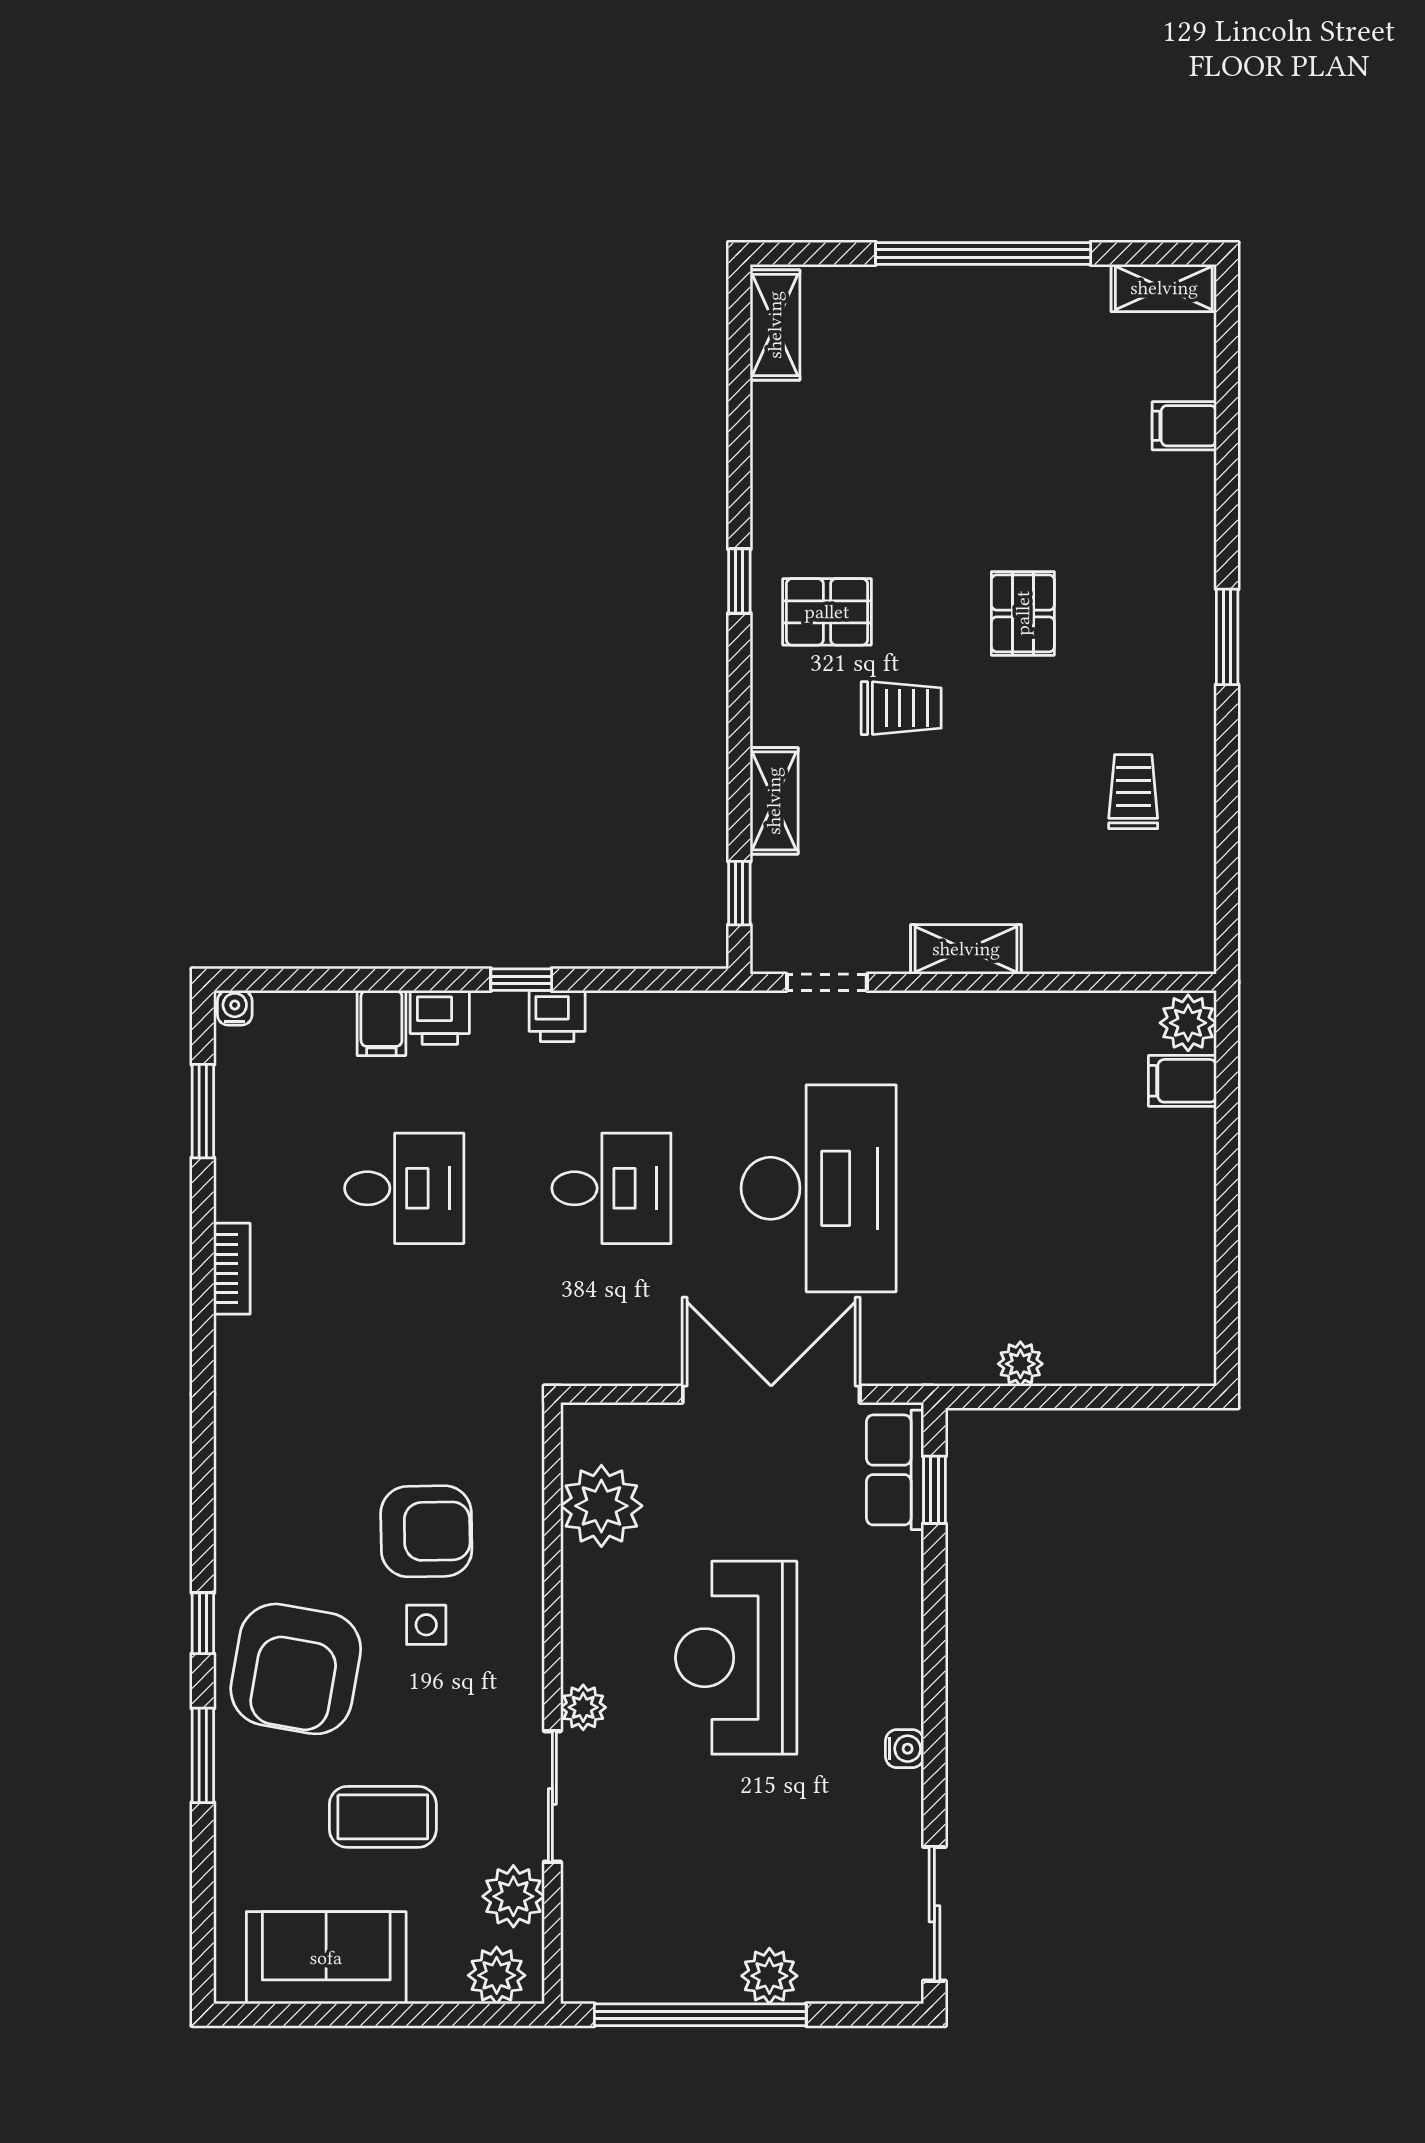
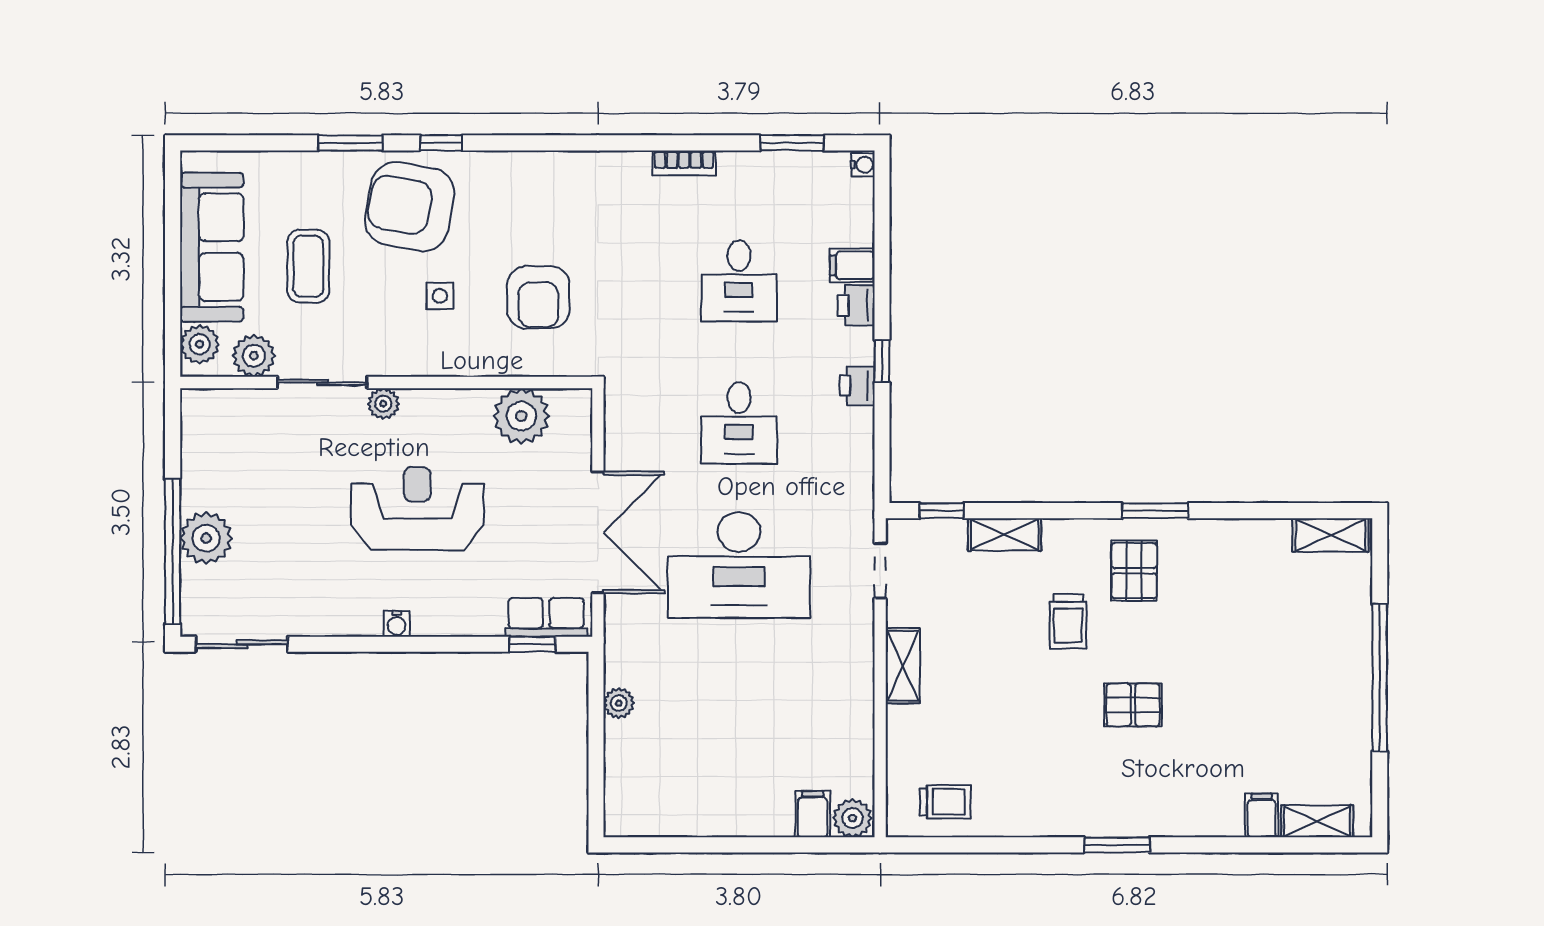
shelving: (1164, 288) -> (1317, 821), moved, turned 90
window: (739, 581) -> (1155, 511), width x1.50
trolley: (1133, 792) -> (945, 802), moved
armchair: (426, 1531) -> (538, 297), moved
water cooler: (905, 1749) -> (397, 624), moved
sofa: (326, 1958) -> (212, 247), width x1.36
plant: (769, 1976) -> (206, 538), width x1.36, depth x1.36
window: (700, 2015) -> (173, 552), moved

